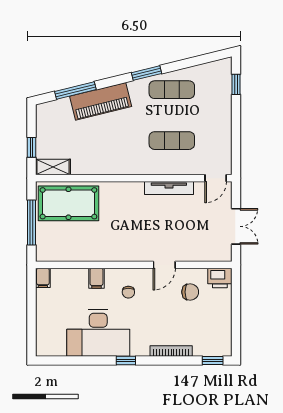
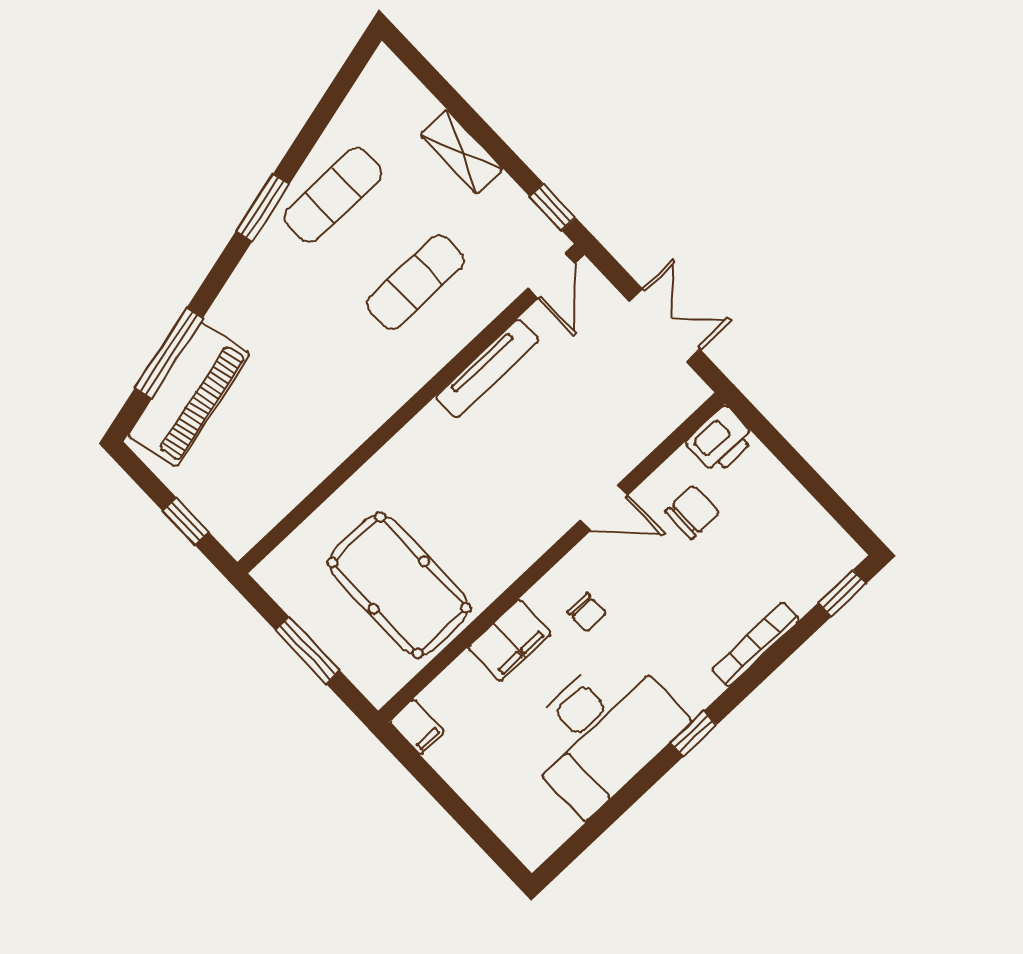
window: (236, 84) -> (552, 207), moved
piano: (101, 101) -> (189, 395), moved
shelving: (53, 167) -> (462, 152), moved, turned 90
pool table: (68, 203) -> (399, 585), moved, turned 90
window: (31, 222) -> (308, 650), width x0.69
door: (164, 265) -> (604, 508), hinge flipped
filing cabinet: (96, 278) -> (509, 640), width x2.00

